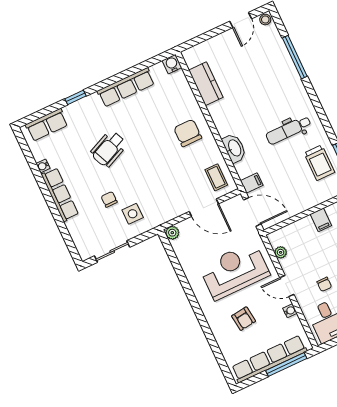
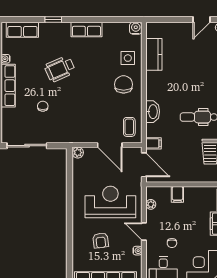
row of seats: (126, 87) -> (86, 29), width x0.68
side table: (133, 214) -> (128, 58), moved
filing cabinet: (321, 220) -> (177, 194), moved
sliding door: (112, 252) -> (27, 146), width x1.37

